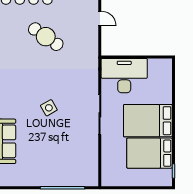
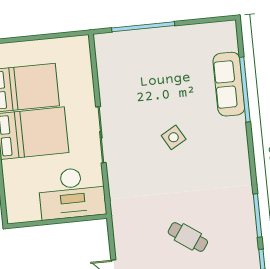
cafe table: (46, 37) -> (188, 237), width x0.73, depth x0.74

